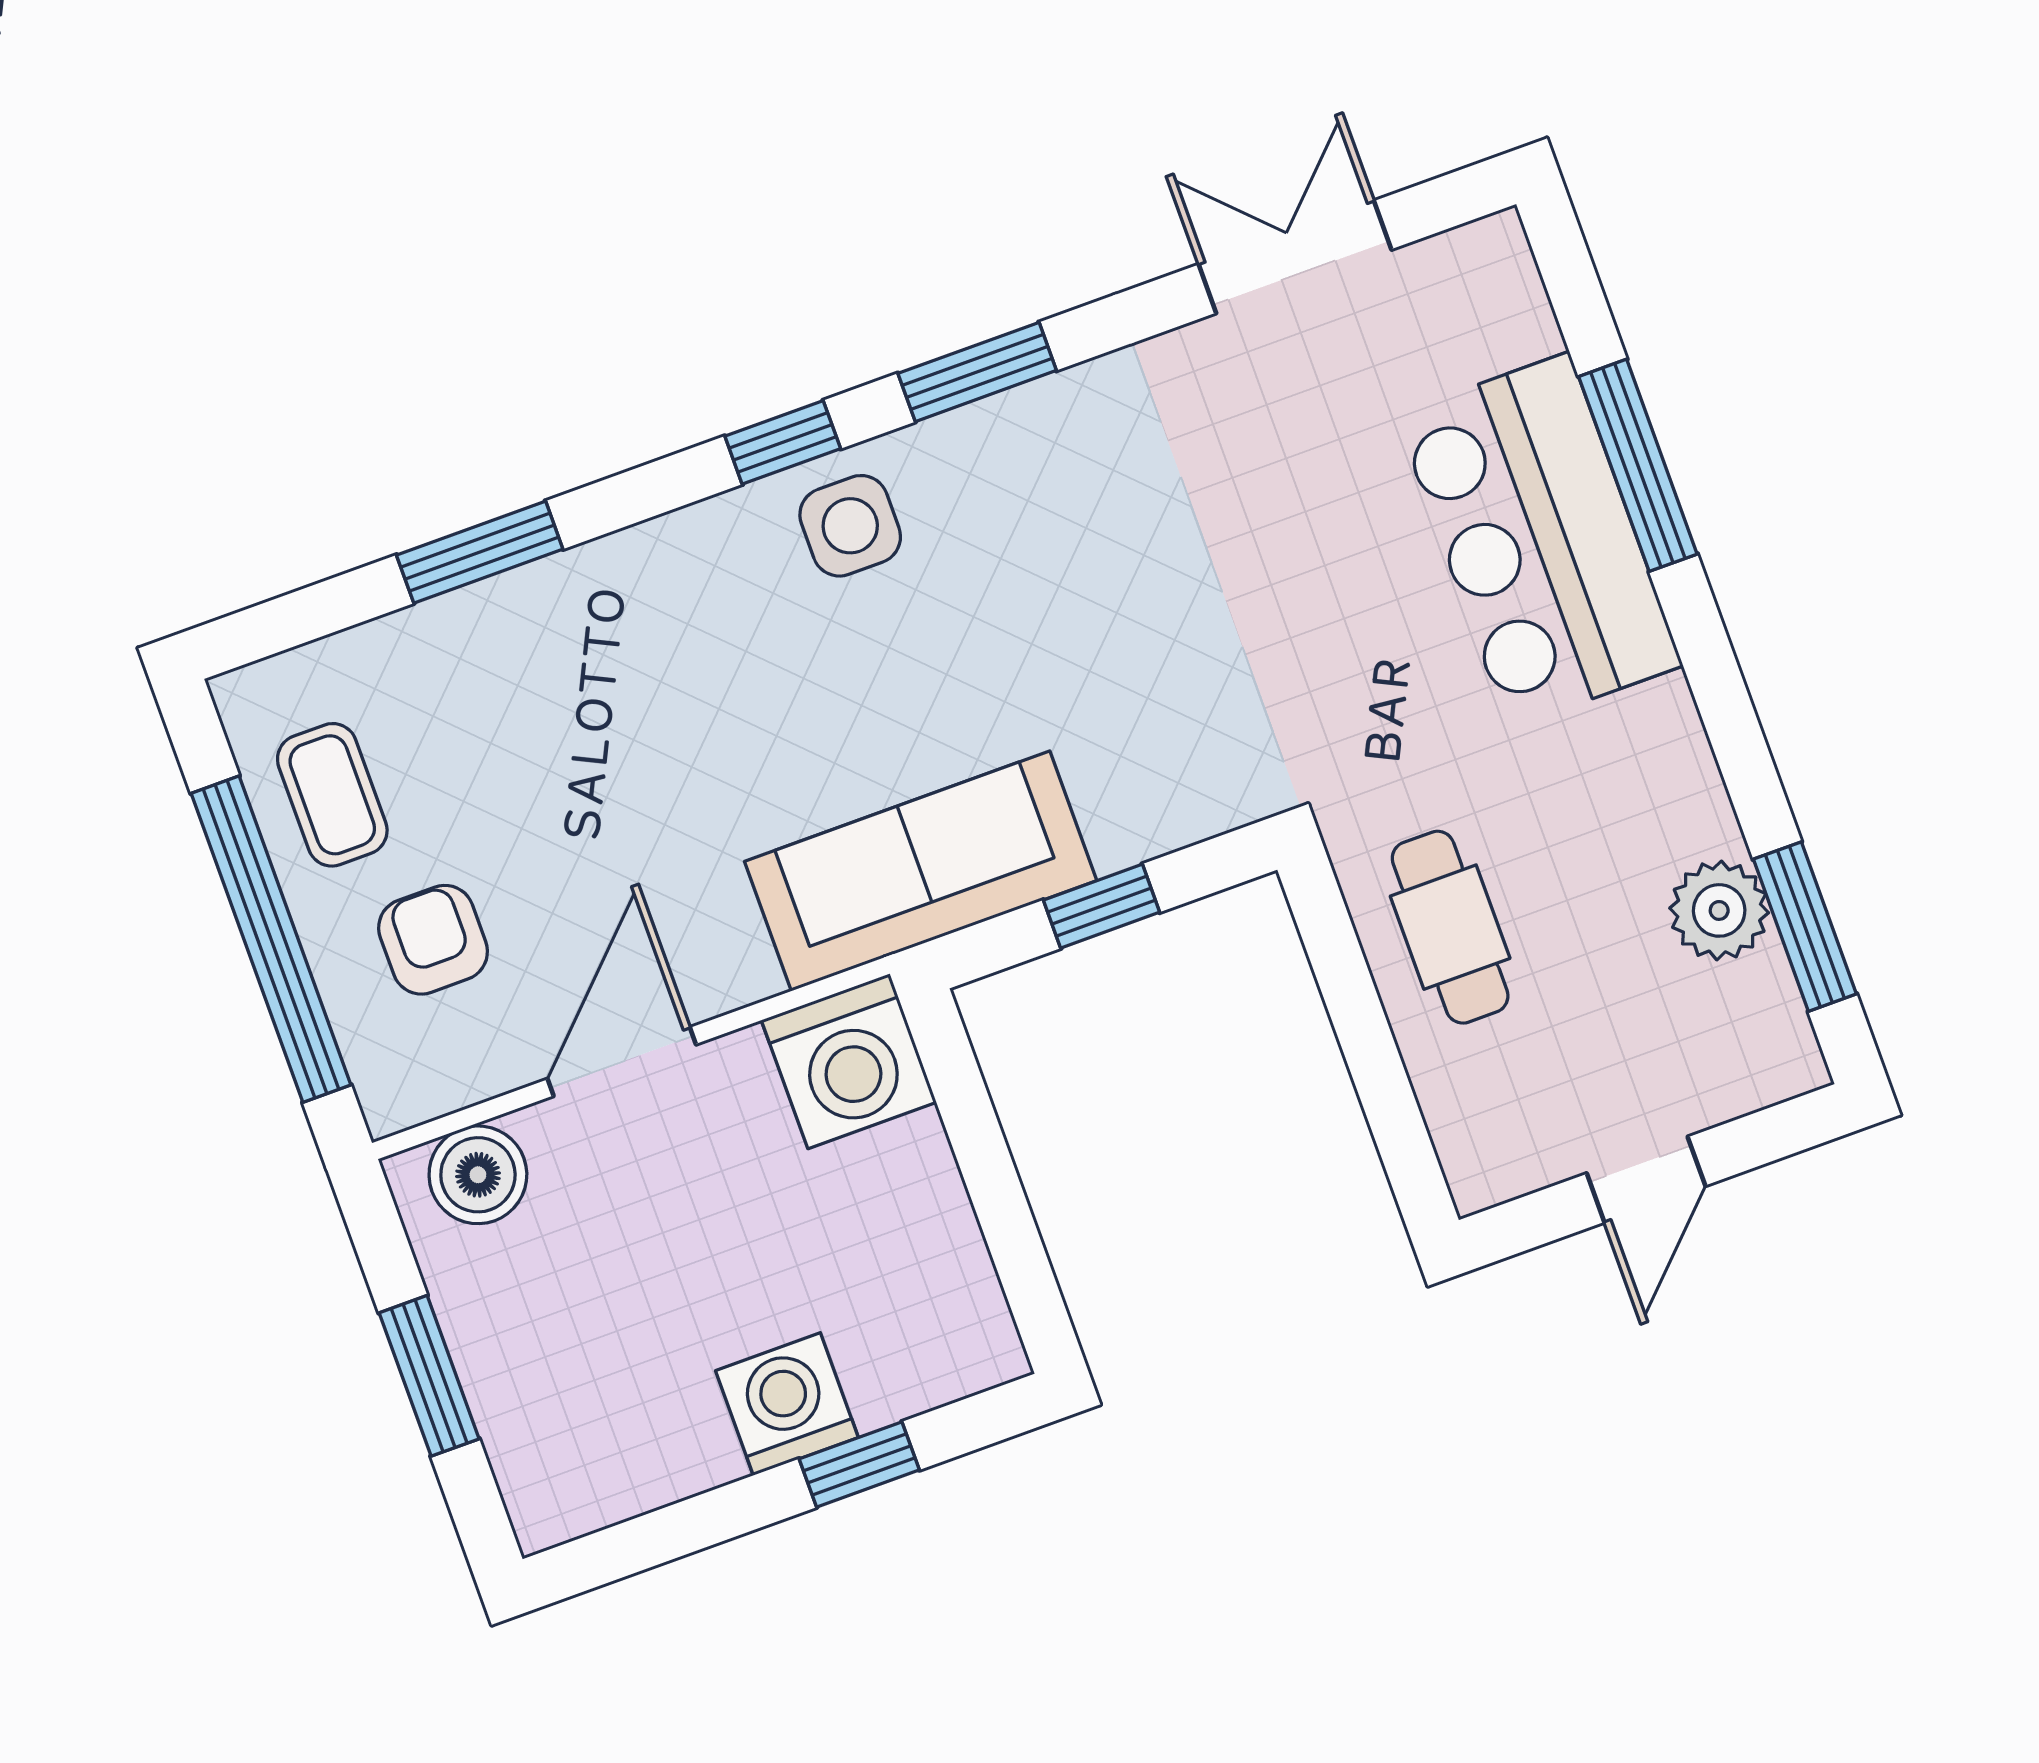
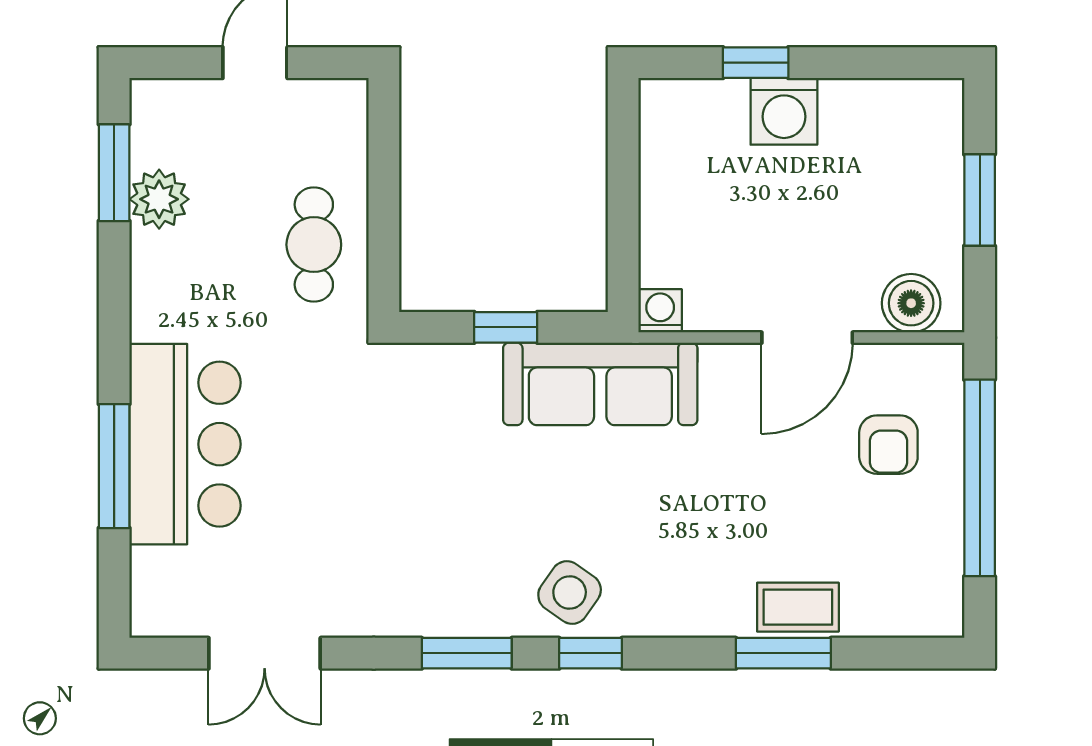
side table: (850, 526) -> (570, 592), turned 35
coffee table: (332, 795) -> (798, 607), moved, turned 90
washing machine: (849, 1061) -> (660, 311), width x0.53, depth x0.53

